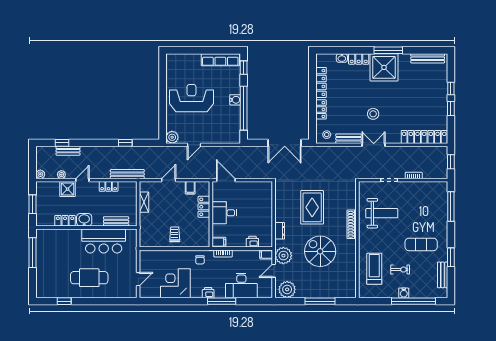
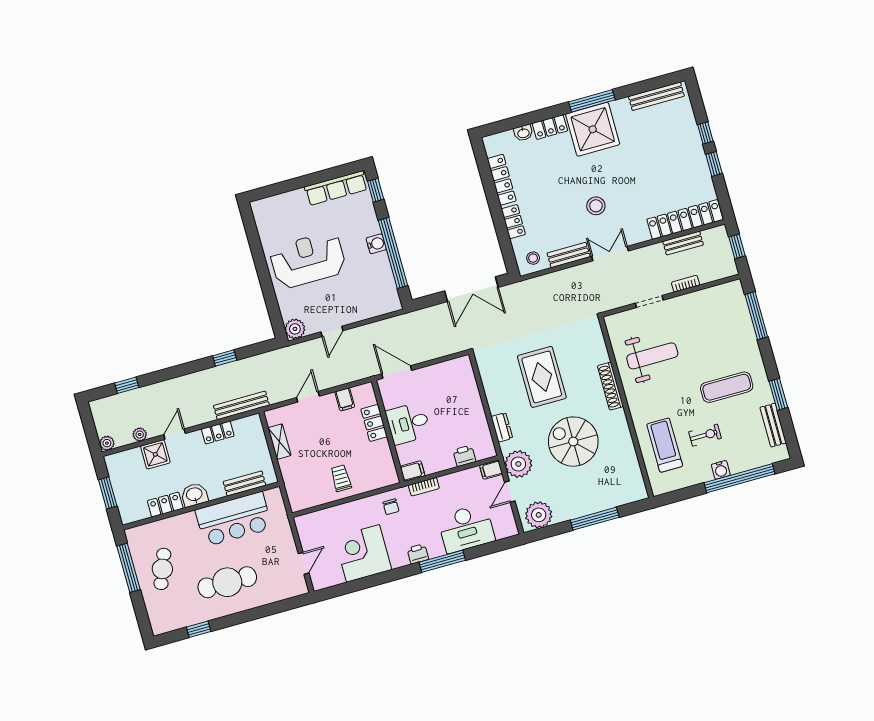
bench: (68, 151) -> (683, 243), moved
cafe table: (53, 259) -> (162, 569), added

